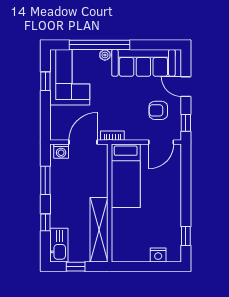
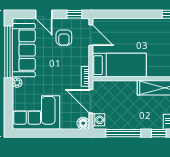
window: (99, 45) -> (9, 52), moved
window: (45, 81) -> (39, 133), removed
door: (186, 87) -> (44, 14), hinge flipped
floor lamp: (57, 133) -> (83, 123), added
window: (45, 180) -> (123, 133), width x1.44

